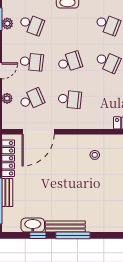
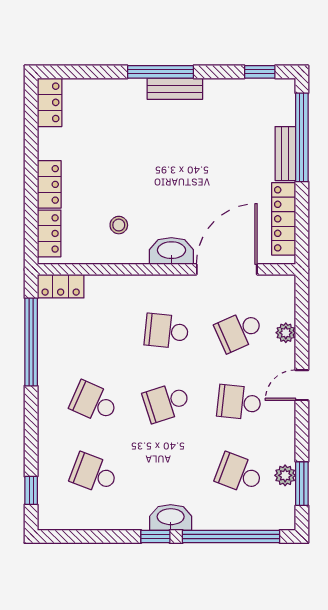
washbasin: (33, 225) -> (171, 251), moved, turned 180
bench: (65, 227) -> (175, 89), width x0.73
window: (38, 235) -> (260, 72), moved

